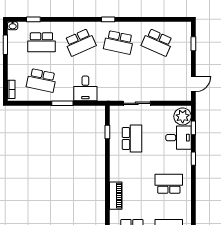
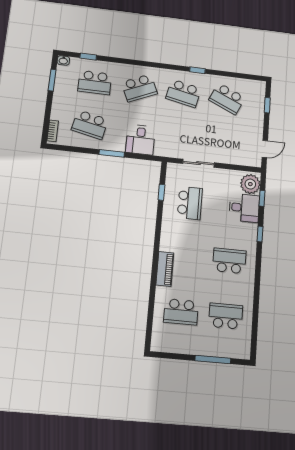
window: (108, 19) -> (197, 70), moved

